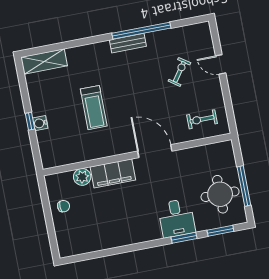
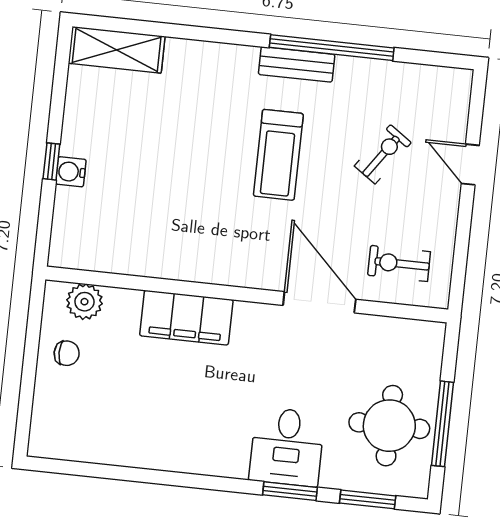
treadmill: (94, 108) -> (278, 155), moved
door: (155, 151) -> (319, 302), moved
plant: (82, 177) -> (84, 302), moved

